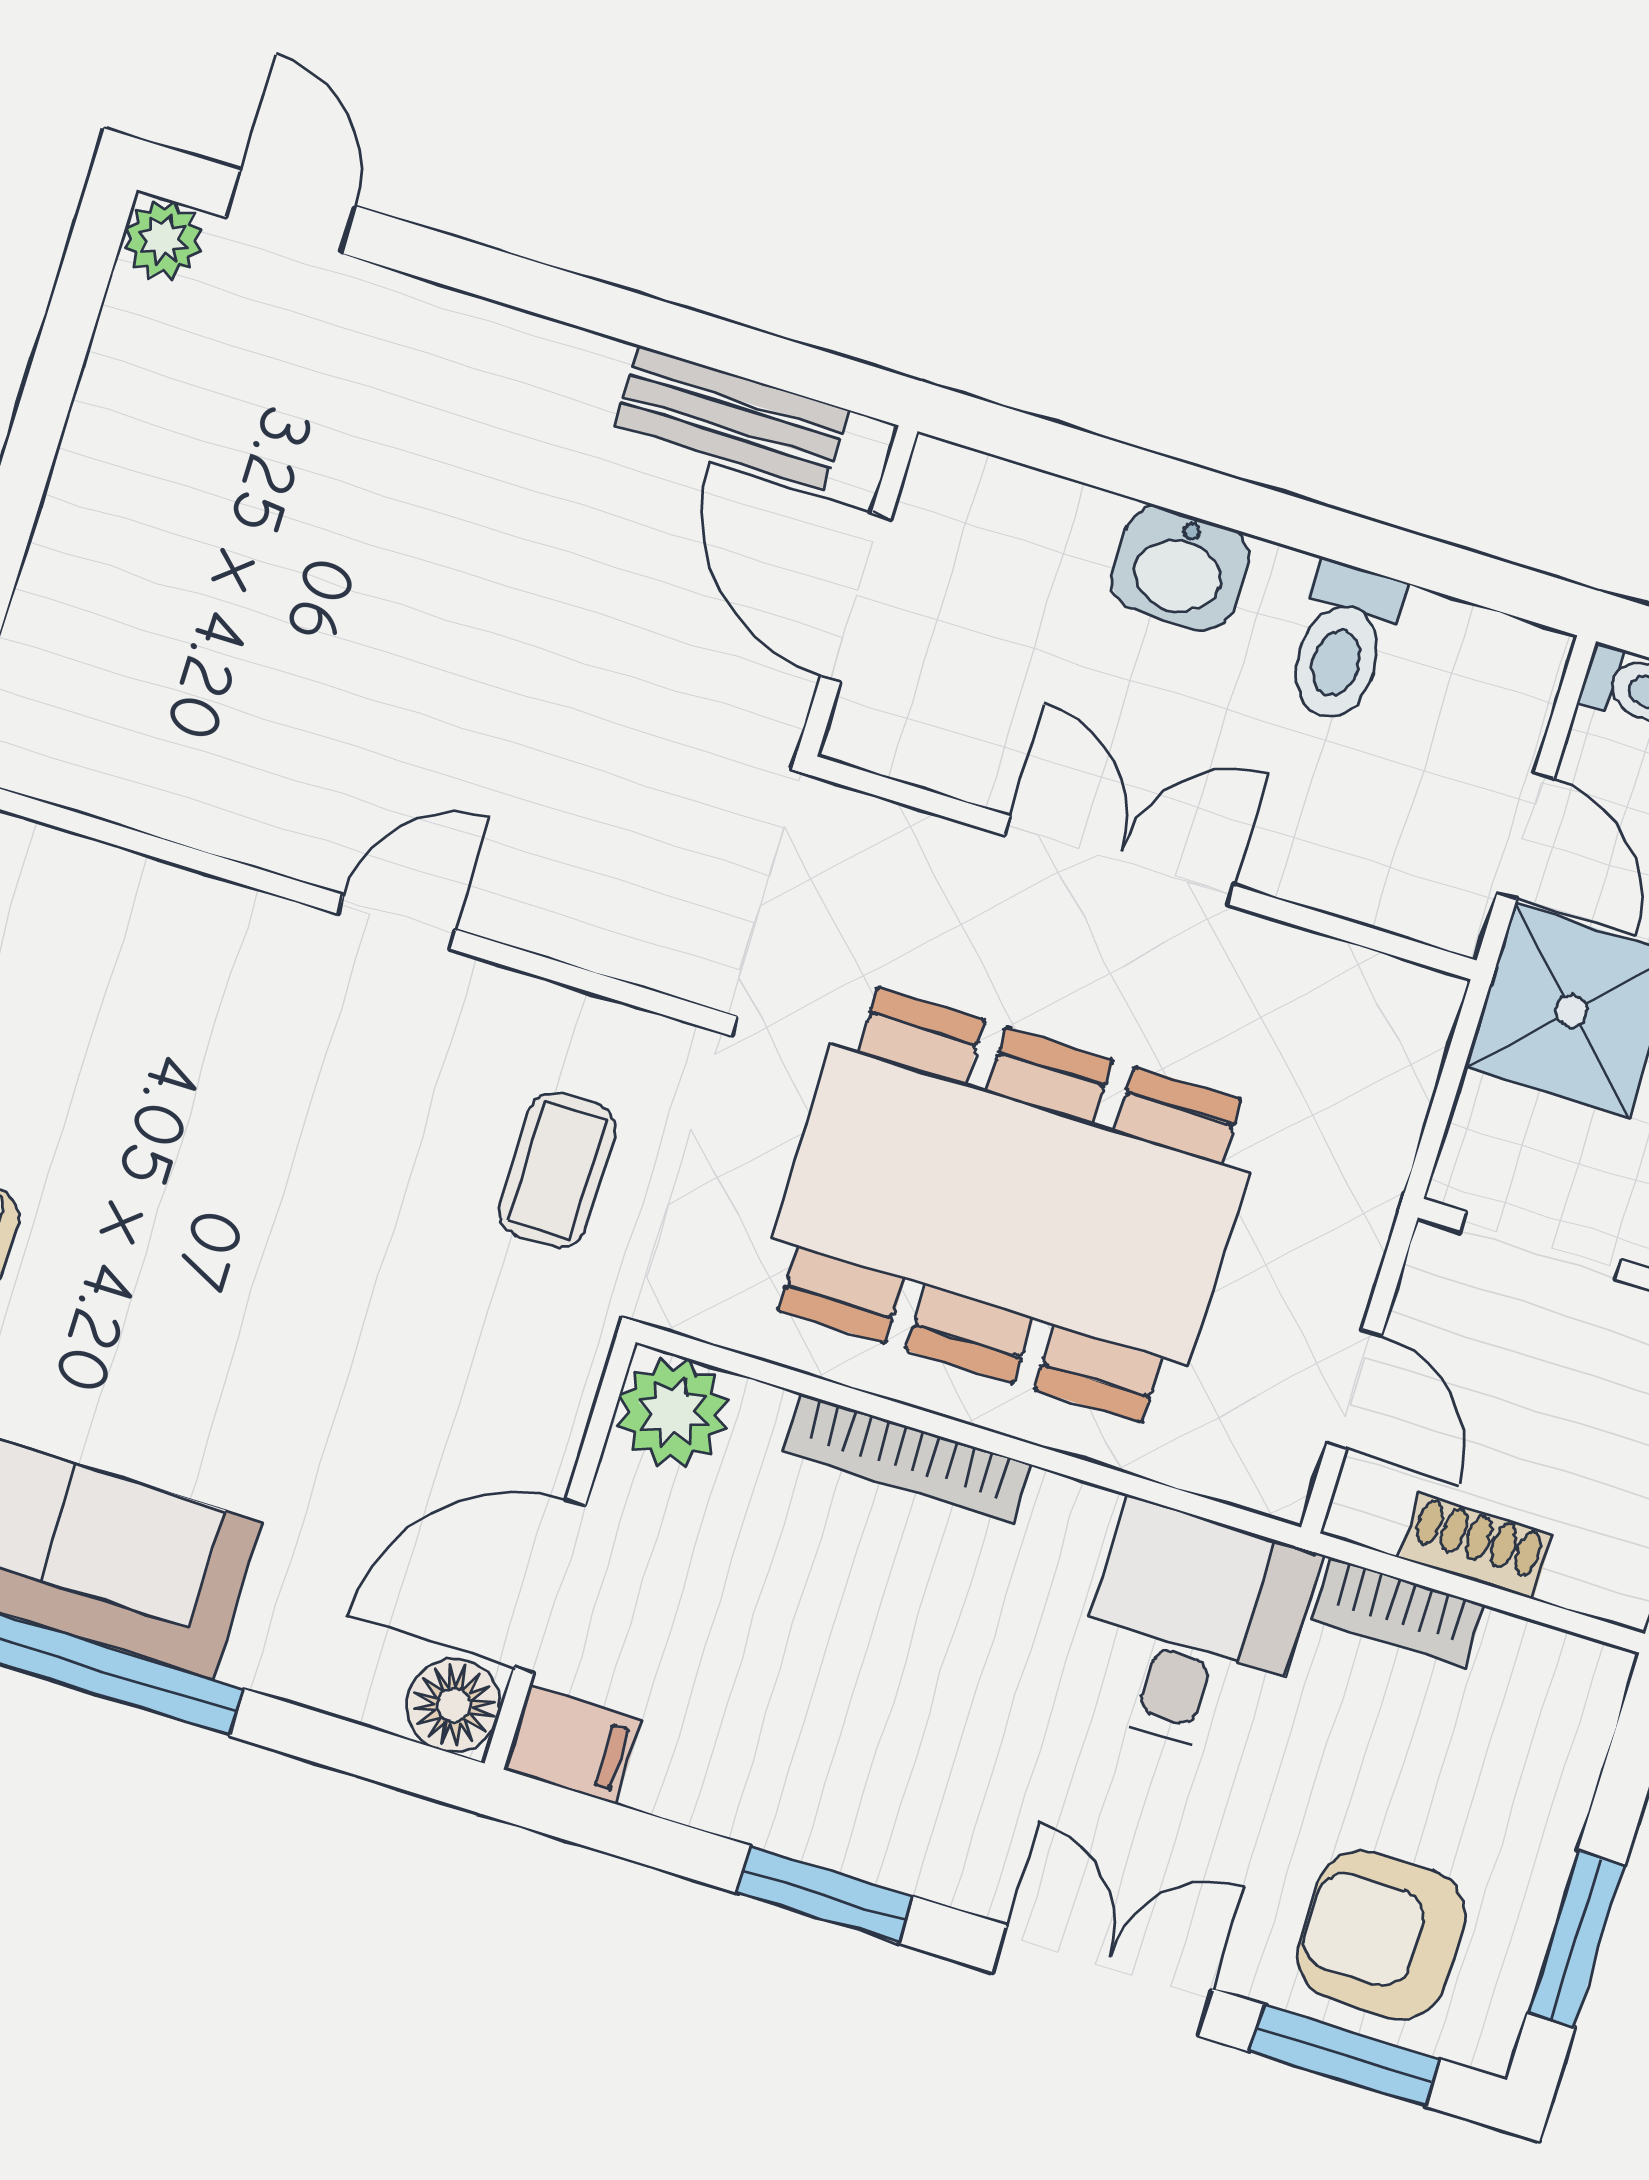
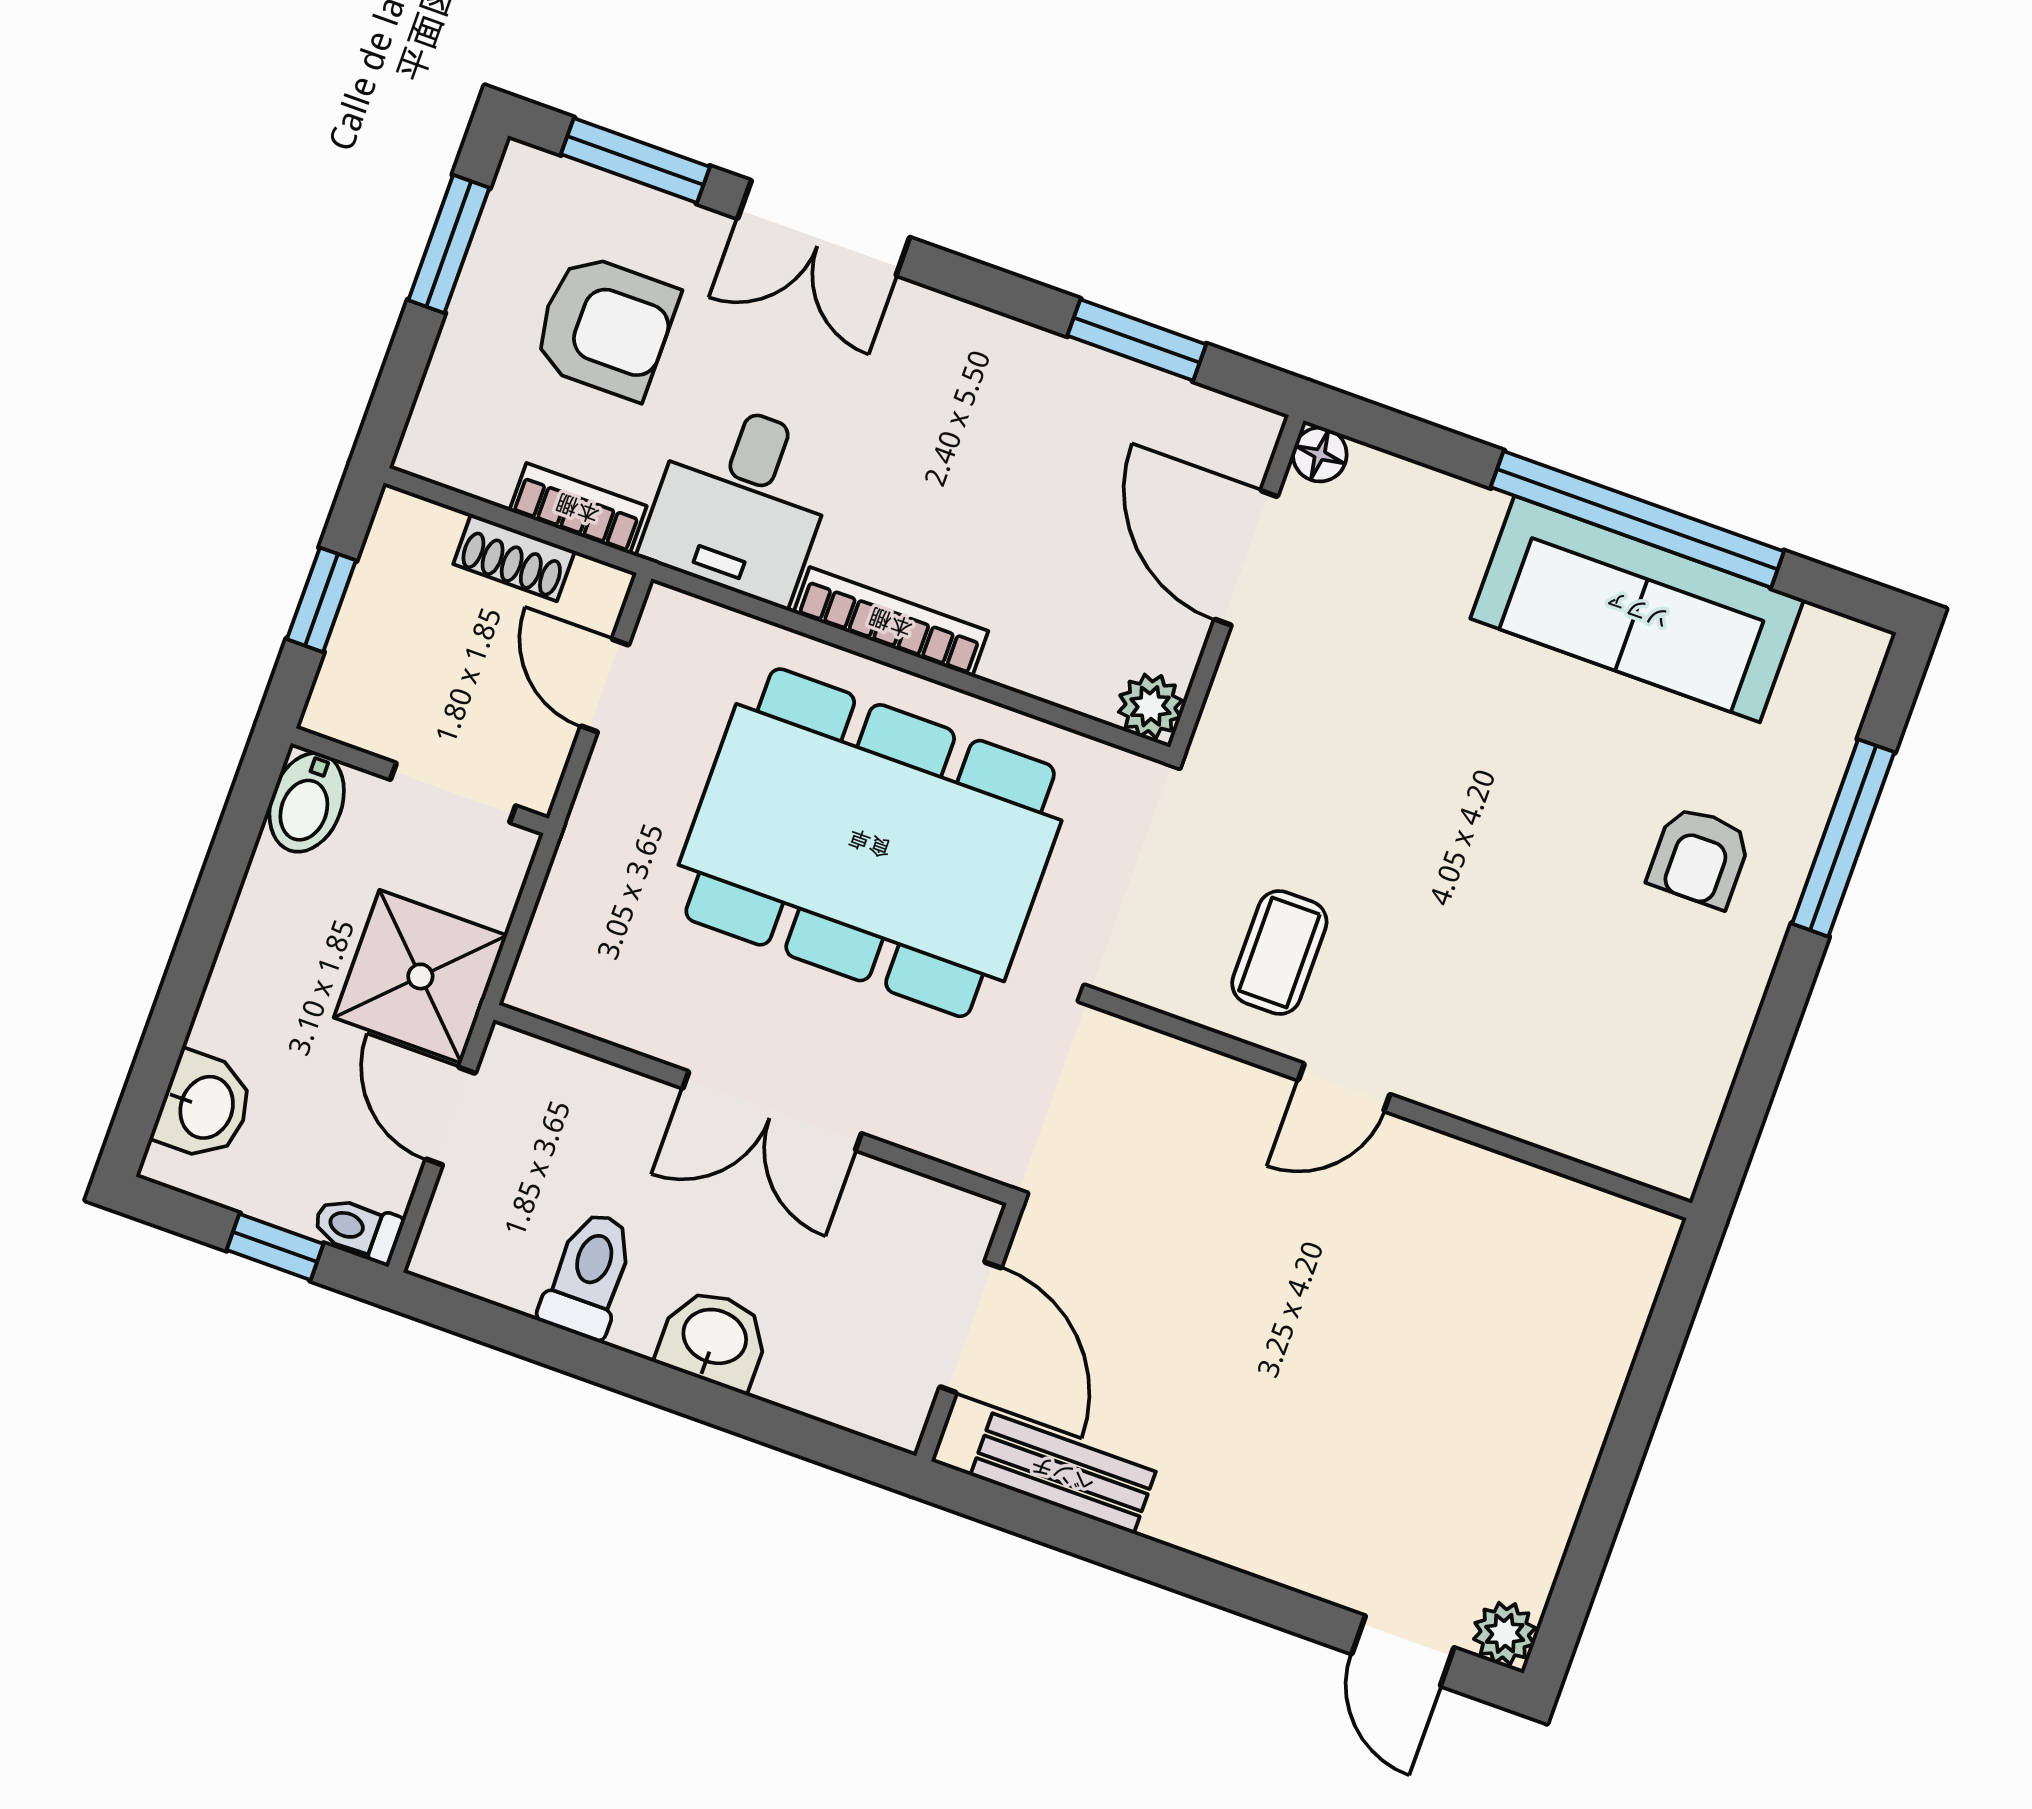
coffee table: (557, 1170) -> (1279, 952), moved
plant: (673, 1413) -> (1150, 706), width x0.73, depth x0.73
bookcase: (906, 1458) -> (891, 622), moved
door: (550, 1586) -> (1246, 558), swing flipped
floor lamp: (454, 1705) -> (1320, 455), width x0.73, depth x0.73
filing cabinet: (572, 1745) -> (1234, 432), removed
window: (825, 1894) -> (1137, 340), moved
armchair: (1381, 1935) -> (605, 327), moved

